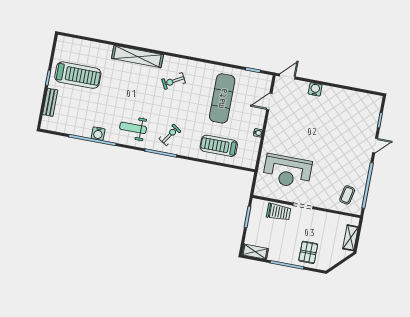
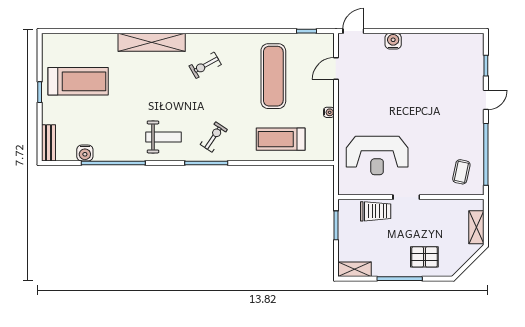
bench: (50, 102) -> (49, 143), moved
weight bench: (133, 128) -> (164, 137), turned 180
water cooler: (98, 134) -> (85, 153), moved
pallet: (308, 252) -> (424, 257), turned 90

